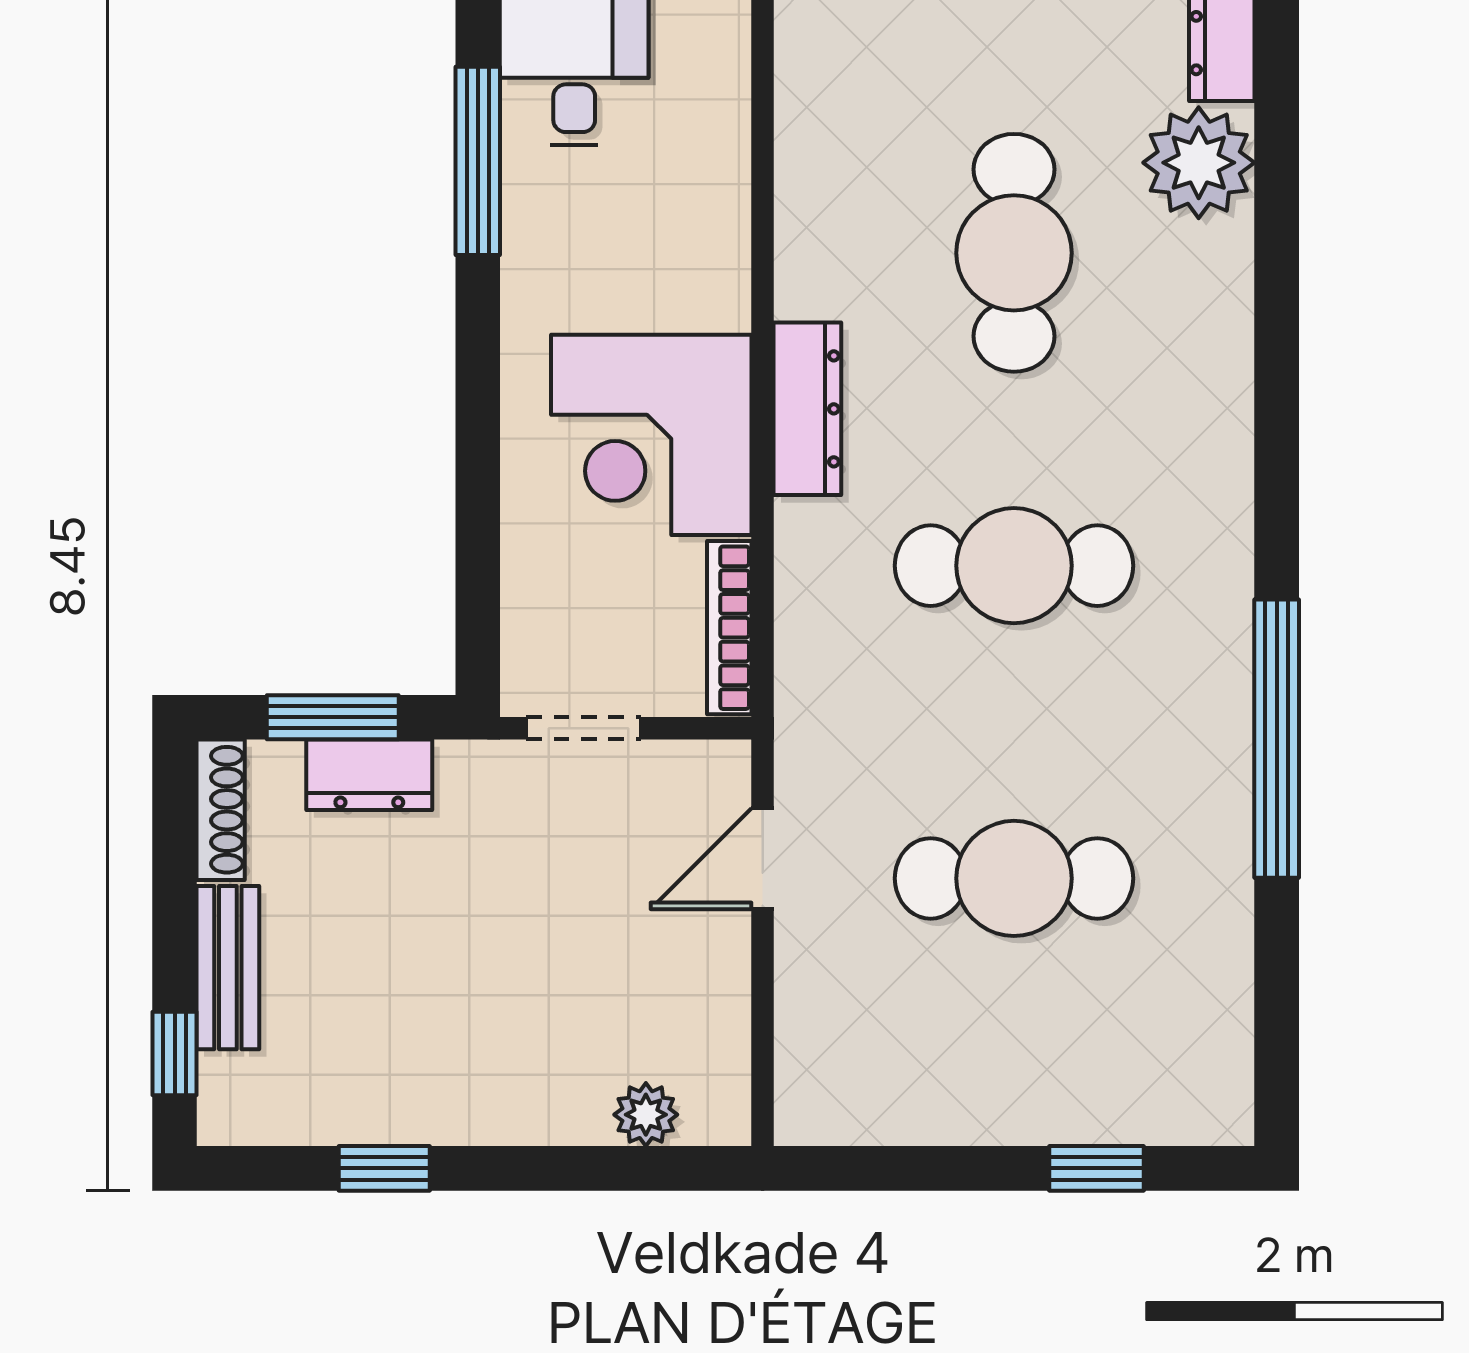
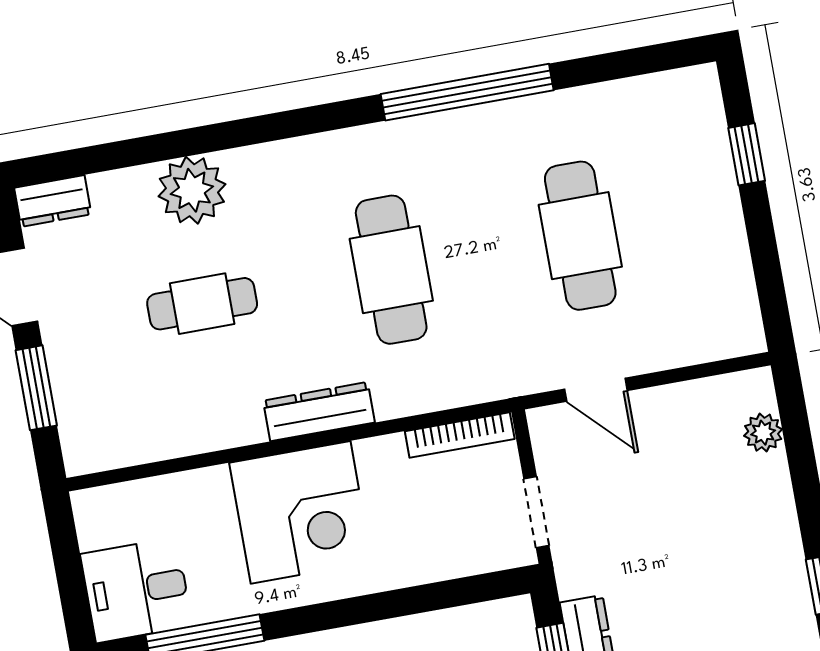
plant: (1199, 163) -> (192, 190), moved
cafe table: (1014, 253) -> (202, 304), width x0.73, depth x0.74
corner desk: (651, 435) -> (301, 512), moved

